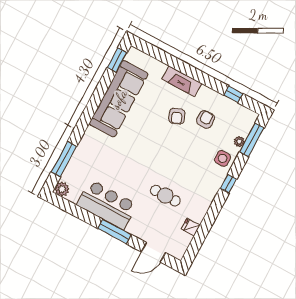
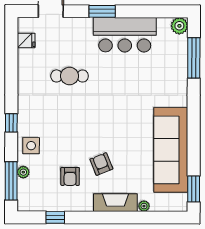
plant: (162, 67) -> (144, 206), added
fridge: (191, 227) -> (26, 40), moved
window: (115, 231) -> (102, 11), width x0.69

